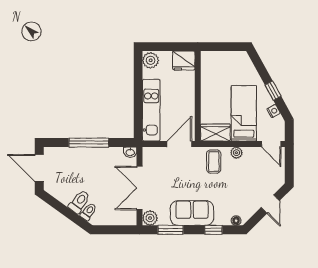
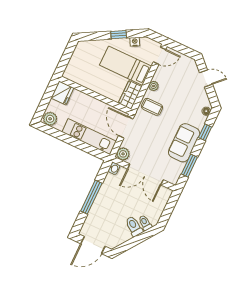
plant: (150, 218) -> (123, 154), moved

